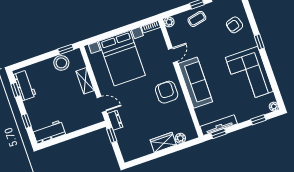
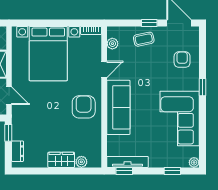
plant: (169, 22) -> (112, 44), moved
armchair: (234, 25) -> (182, 60), turned 107
dresser: (115, 120) -> (18, 151), moved

